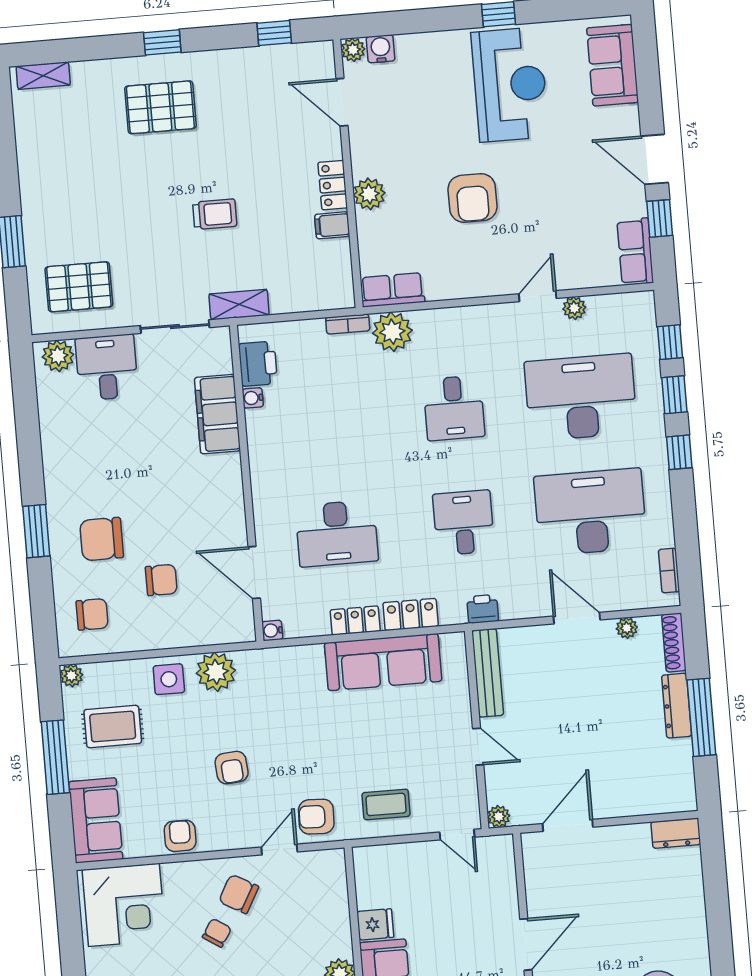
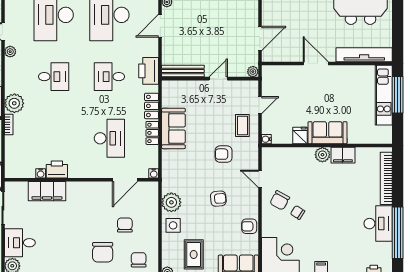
plant: (574, 308) -> (10, 52), moved
printer: (258, 364) -> (57, 169), moved
printer: (483, 609) -> (149, 71), width x1.87, depth x1.48
sofa: (383, 662) -> (173, 128), width x0.73
armchair: (316, 817) -> (224, 154), moved, turned 88
door: (568, 825) -> (260, 39), swing flipped
door: (457, 835) -> (260, 105), moved
water cooler: (362, 856) -> (266, 139), added

